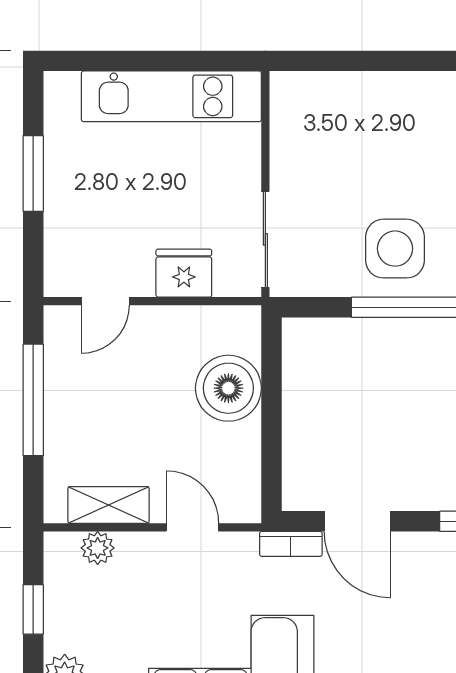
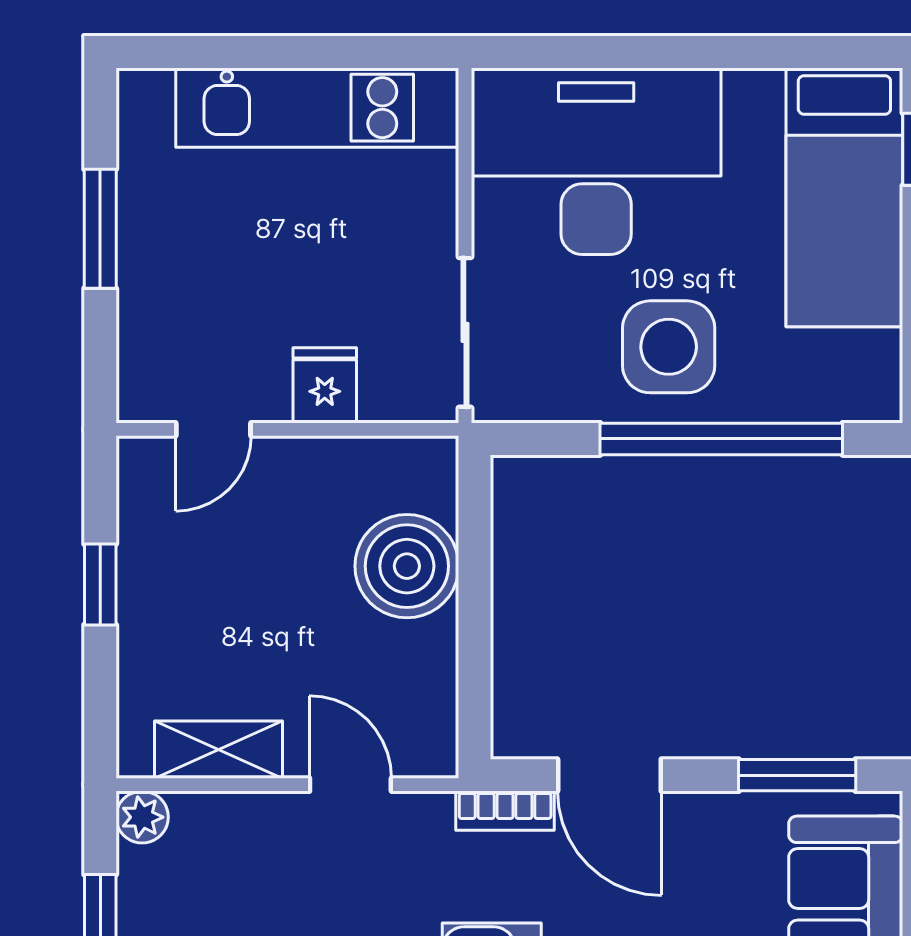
desk: (349, 130) -> (596, 161), added
fridge: (184, 273) -> (325, 385), width x0.72
window: (33, 400) -> (100, 584), width x0.46
plant: (98, 548) -> (142, 817), moved

